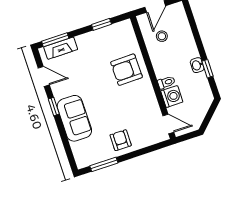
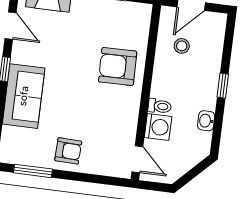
washbasin: (197, 65) -> (206, 121), moved
window: (208, 69) -> (223, 86), moved
armchair: (121, 140) -> (68, 151), turned 92

